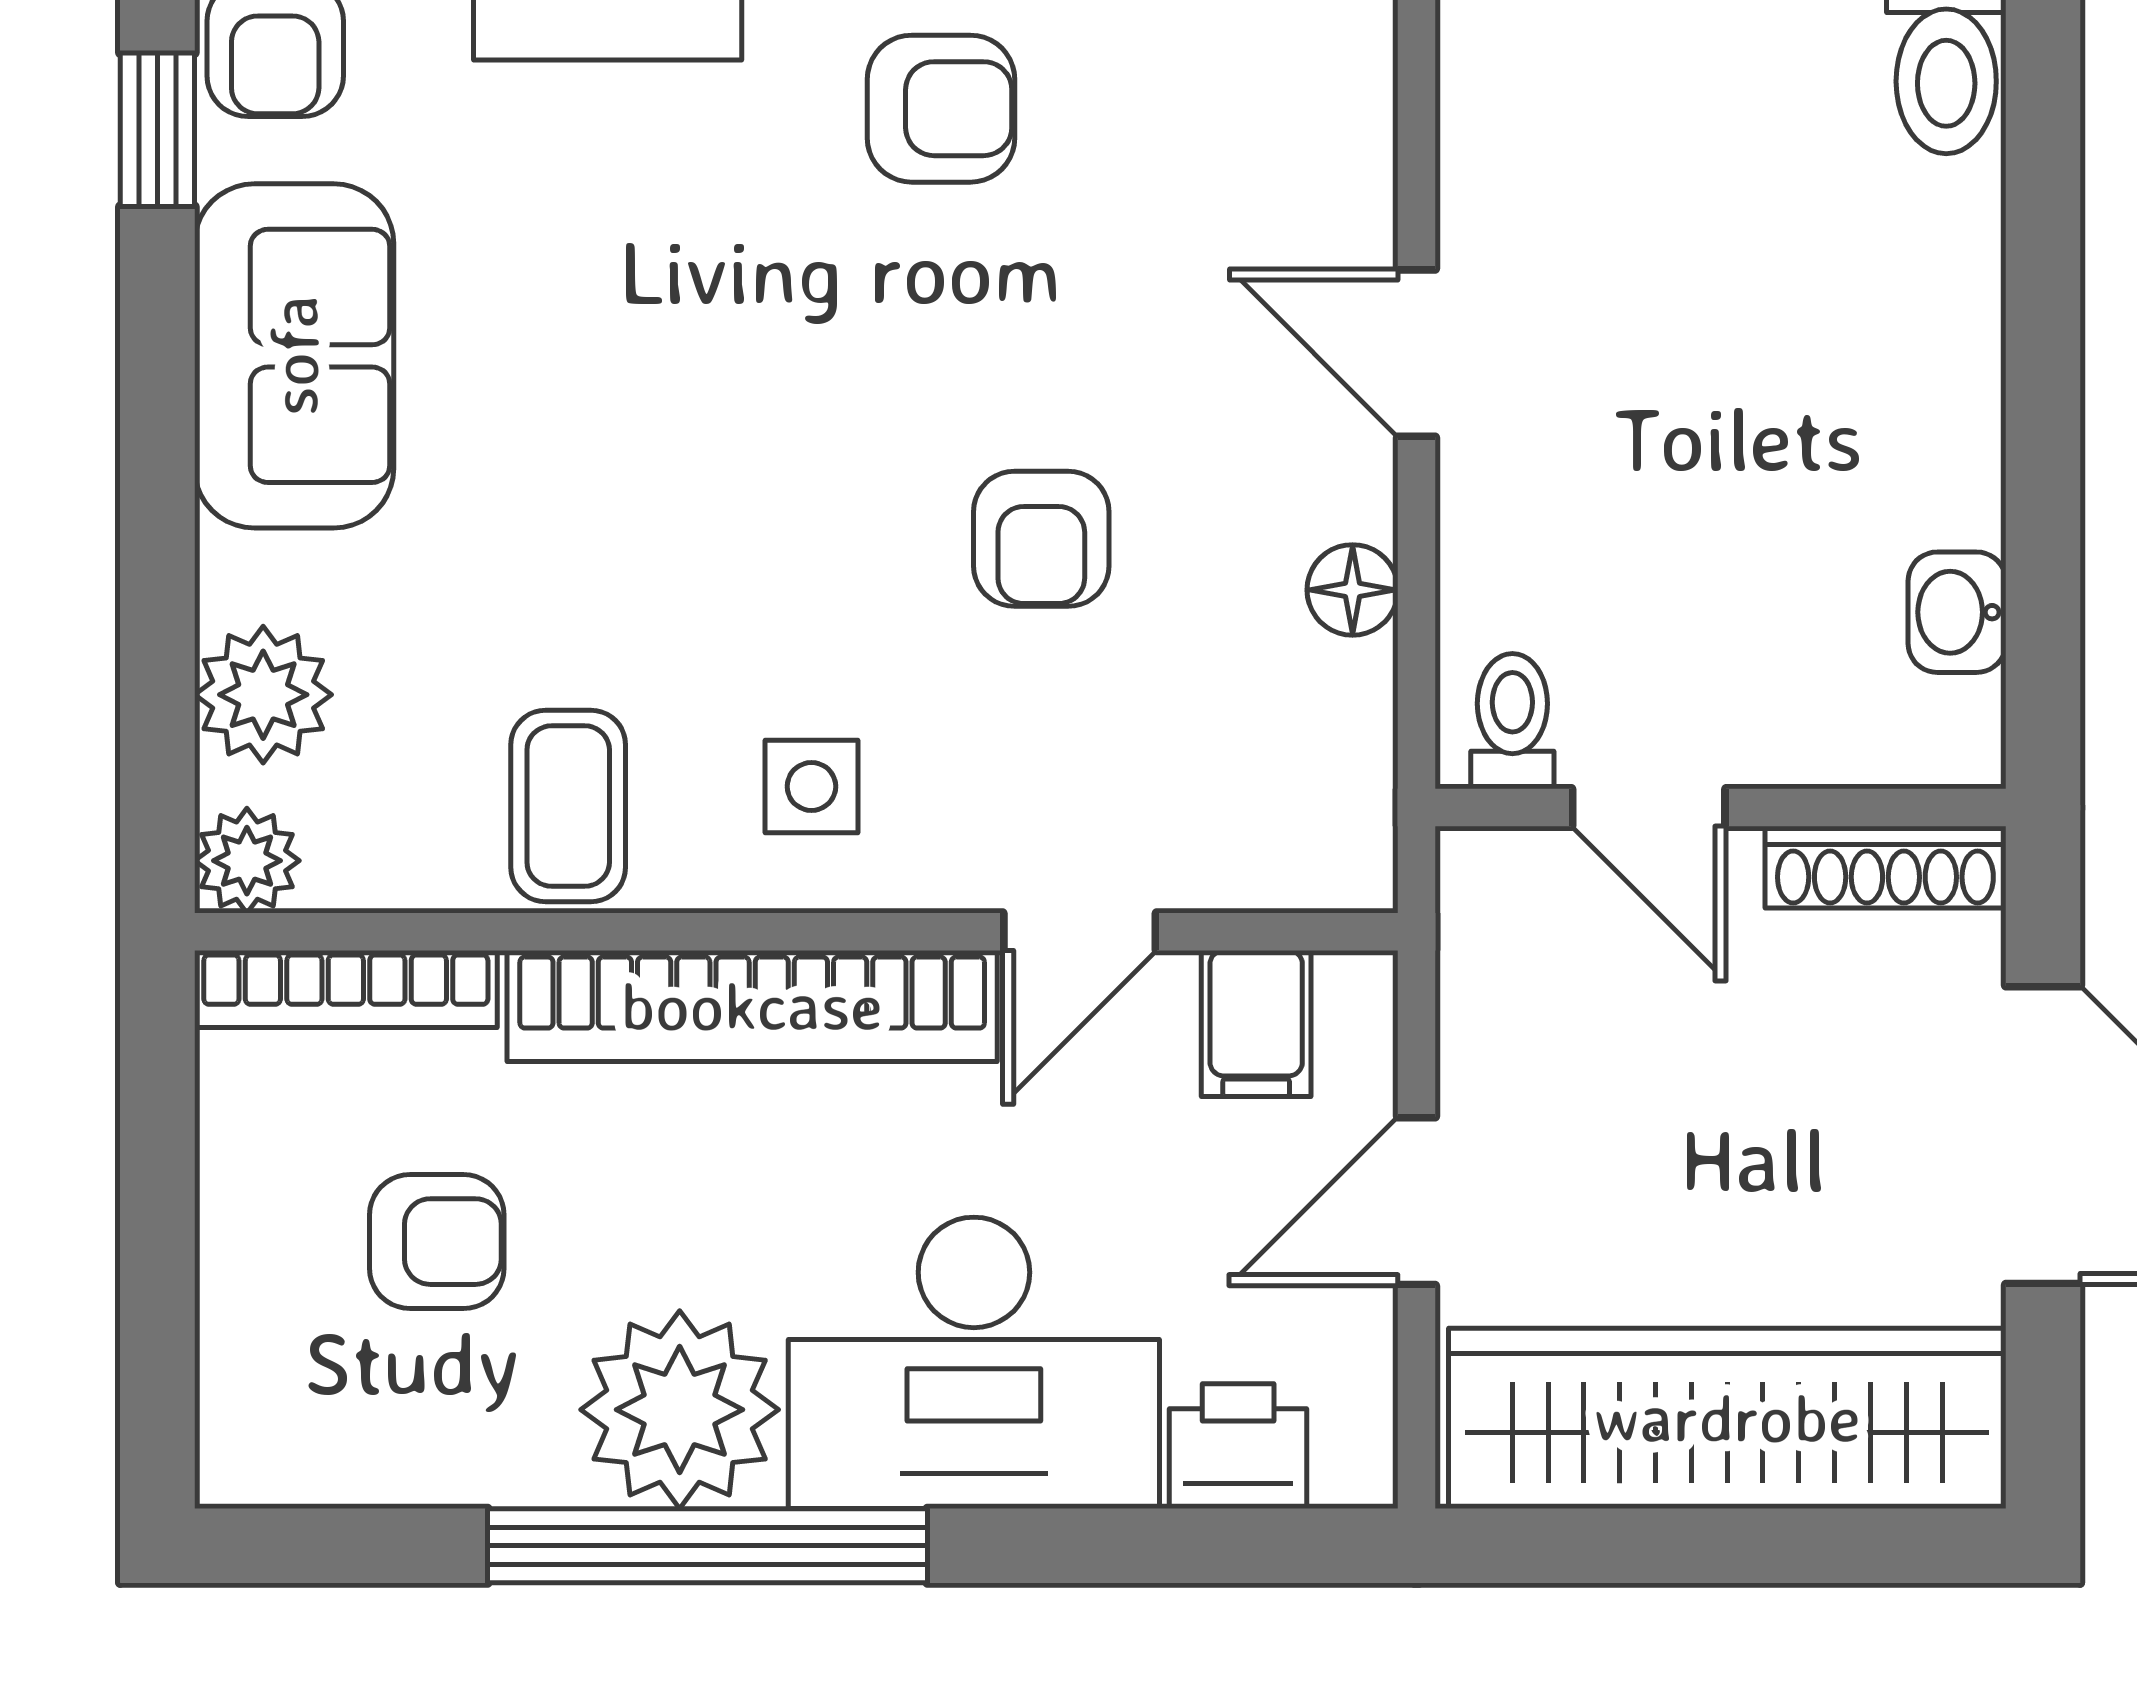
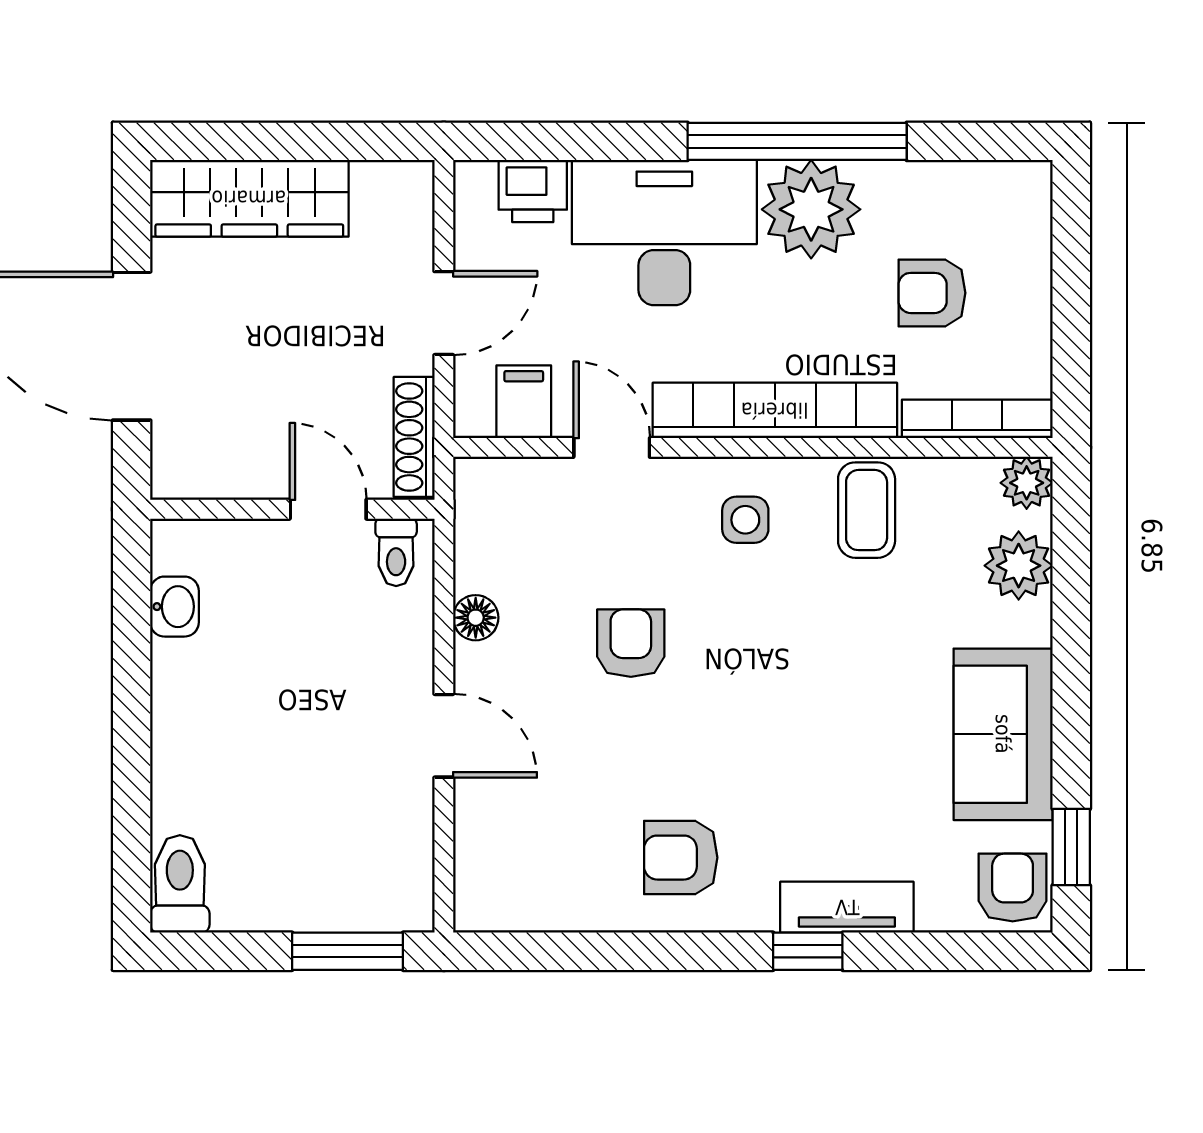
shoe rack: (1885, 867) -> (414, 437), moved, turned -90
door: (1080, 932) -> (612, 447), hinge flipped
wardrobe: (1727, 1418) -> (249, 198), width x0.71, depth x0.85

